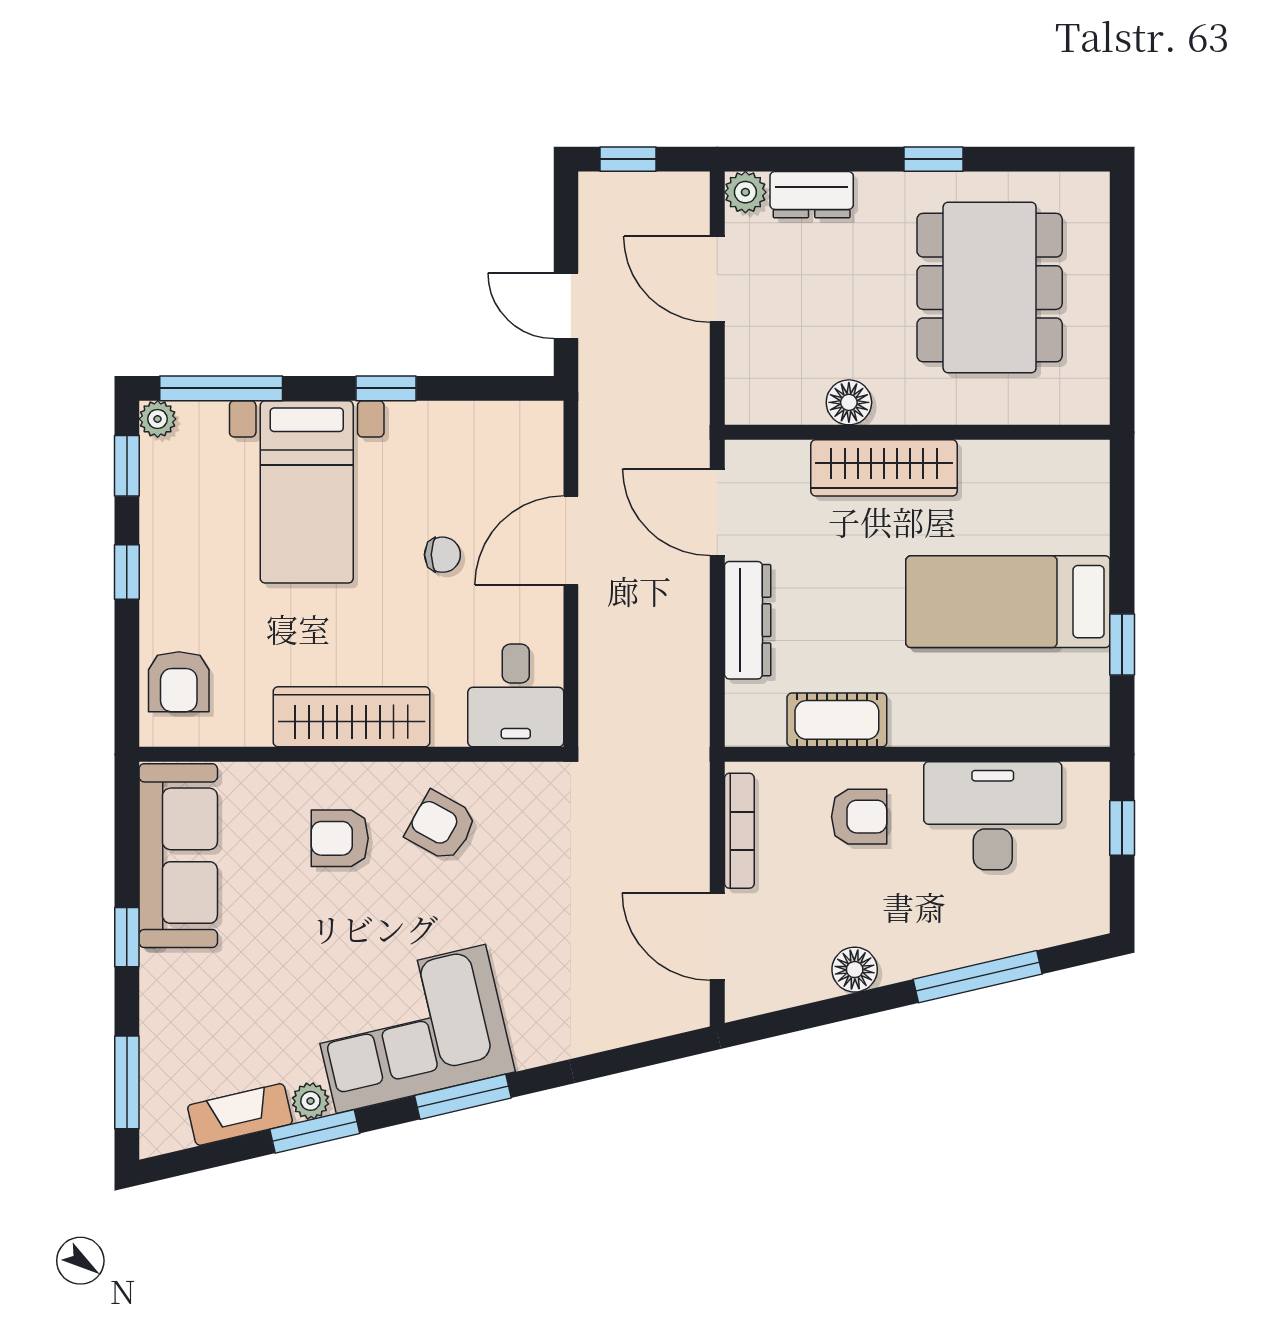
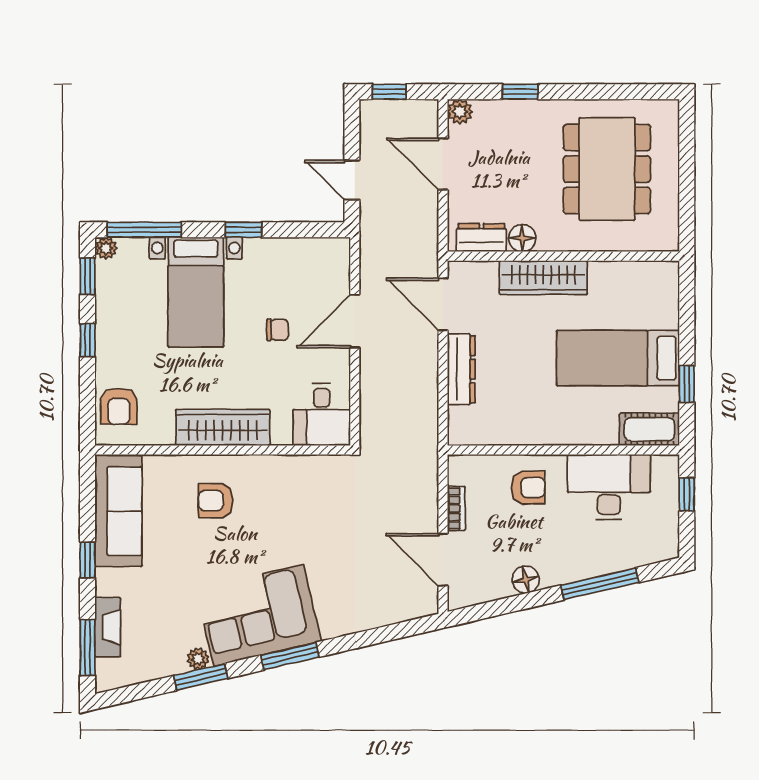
window: (934, 159) -> (520, 92), moved
dresser: (812, 195) -> (481, 238), moved, turned 180
cot: (837, 720) -> (649, 429), moved
armchair: (441, 826) -> (277, 493), removed
bookcase: (739, 831) -> (456, 508), width x0.64
fireplace: (240, 1115) -> (108, 627), moved, turned 103

